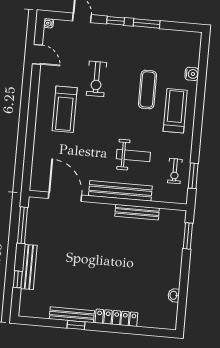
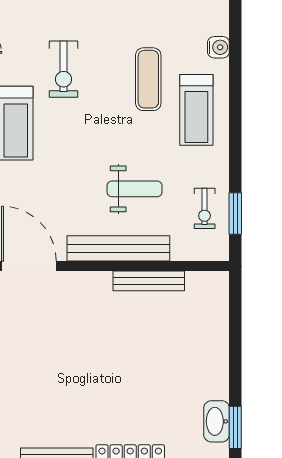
treadmill: (175, 111) -> (196, 110), turned 180
window: (188, 236) -> (235, 427), moved
washbasin: (174, 295) -> (217, 421), width x1.91, depth x1.45

